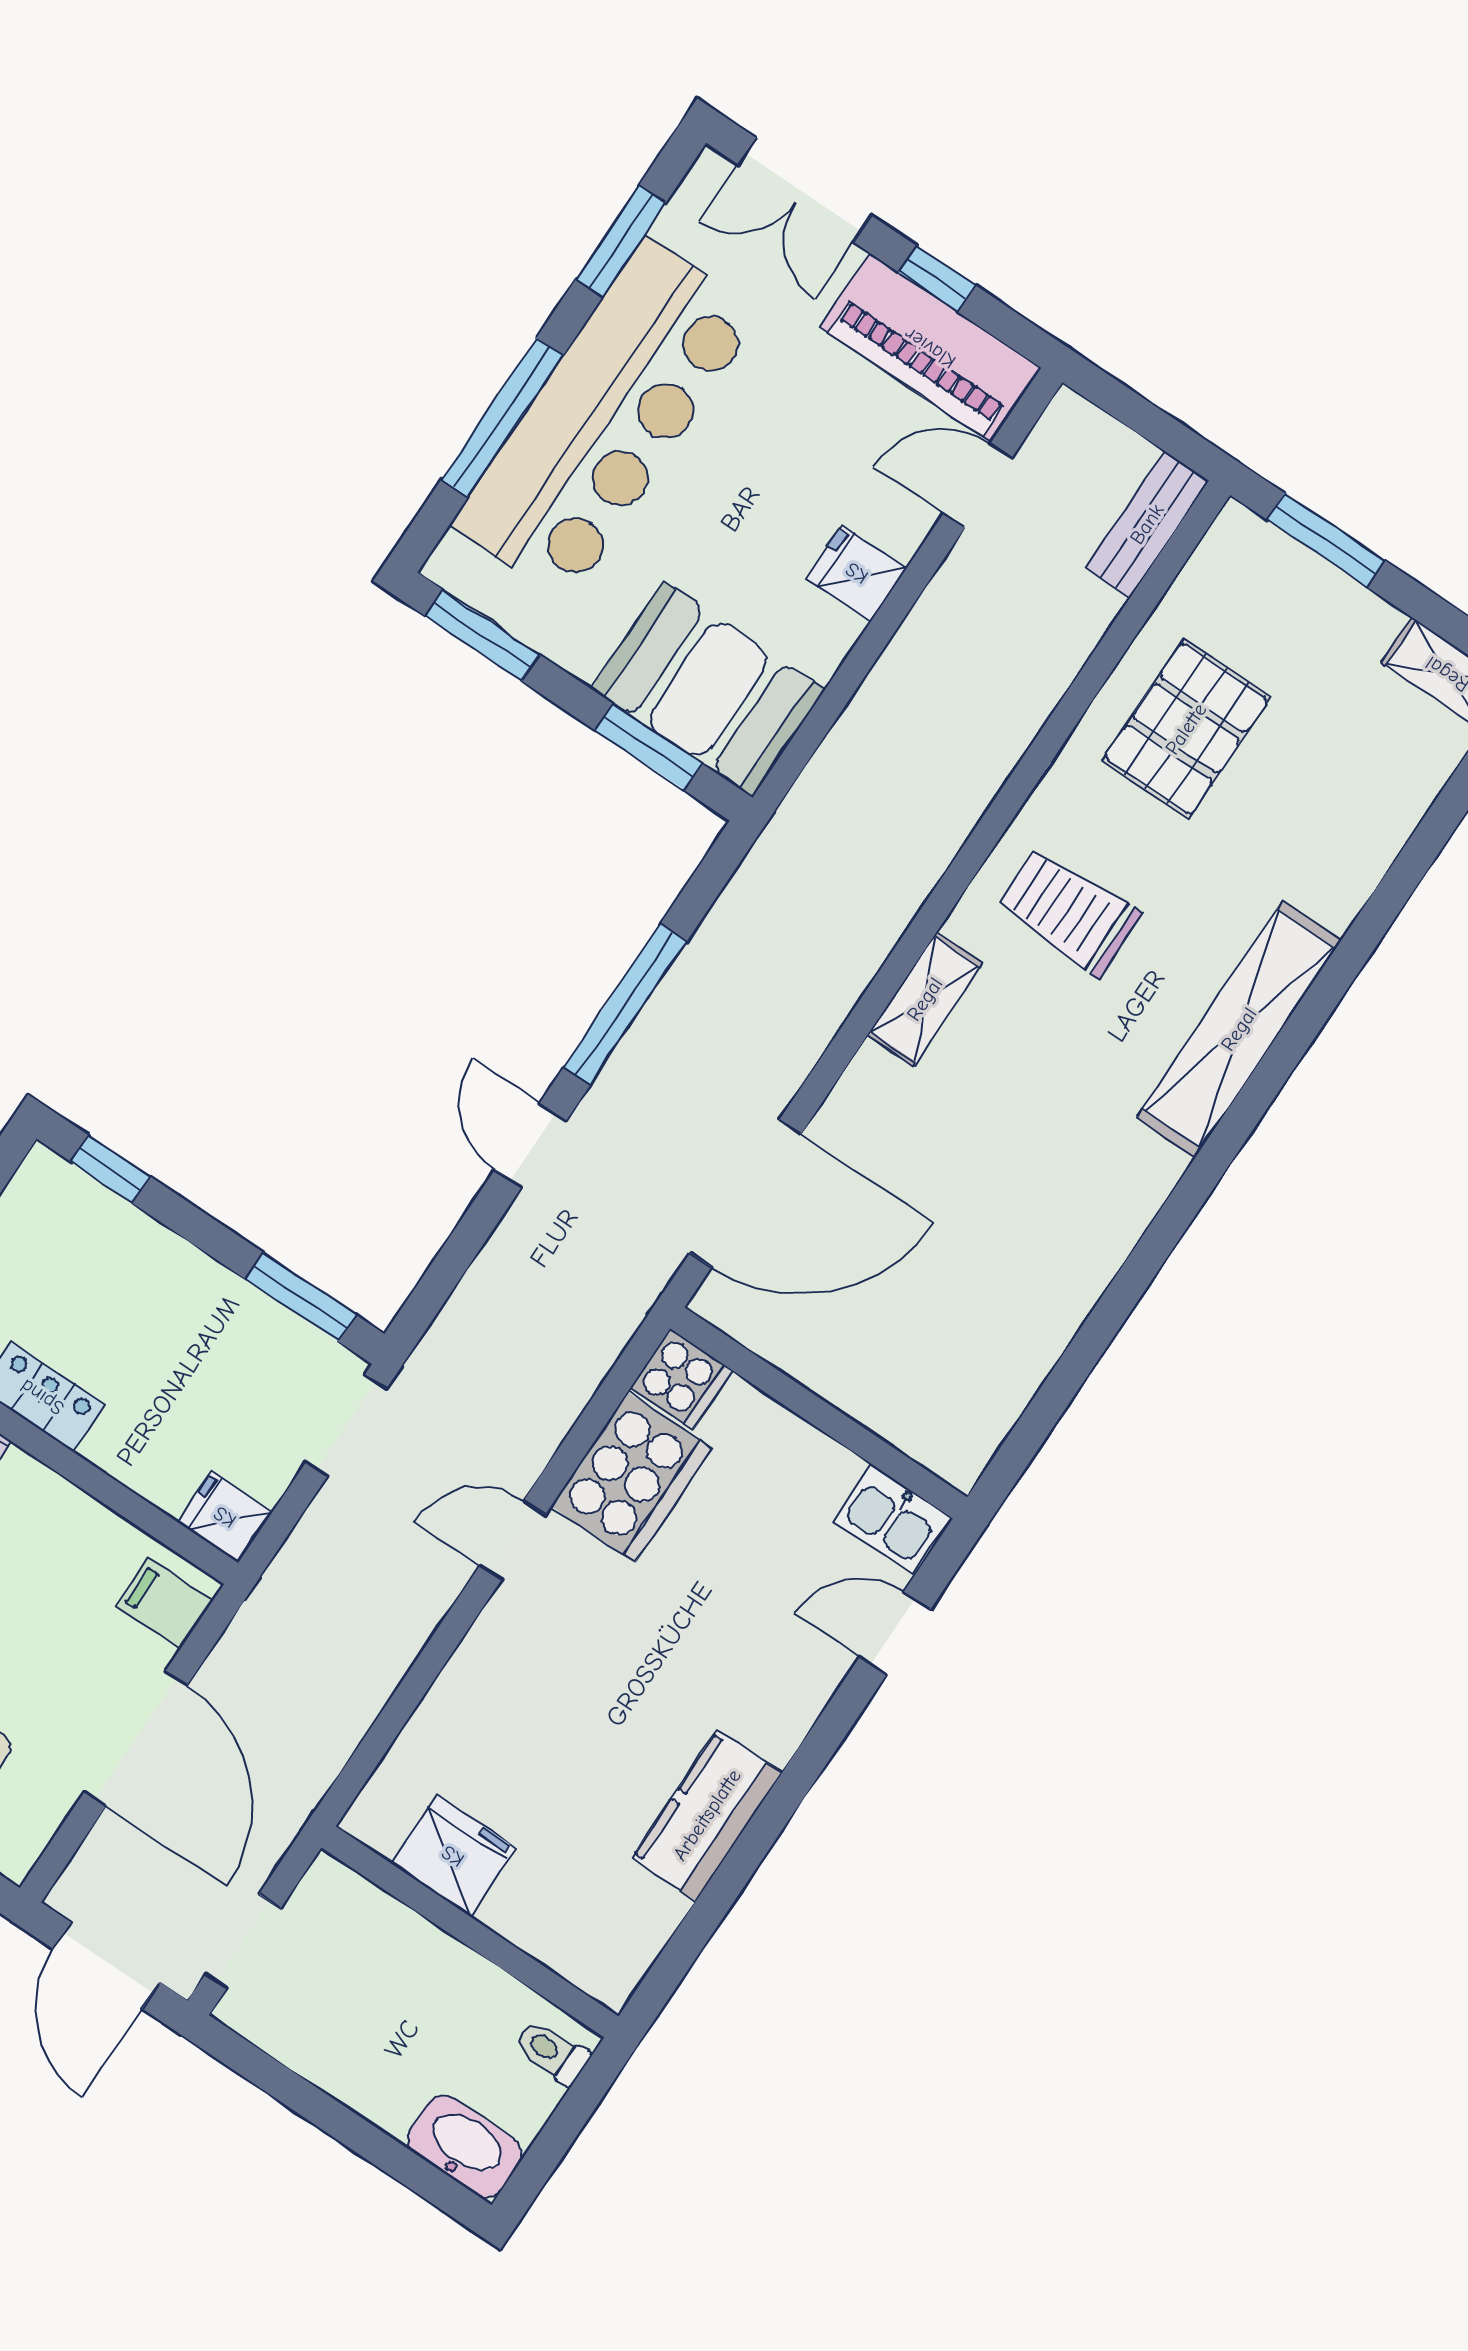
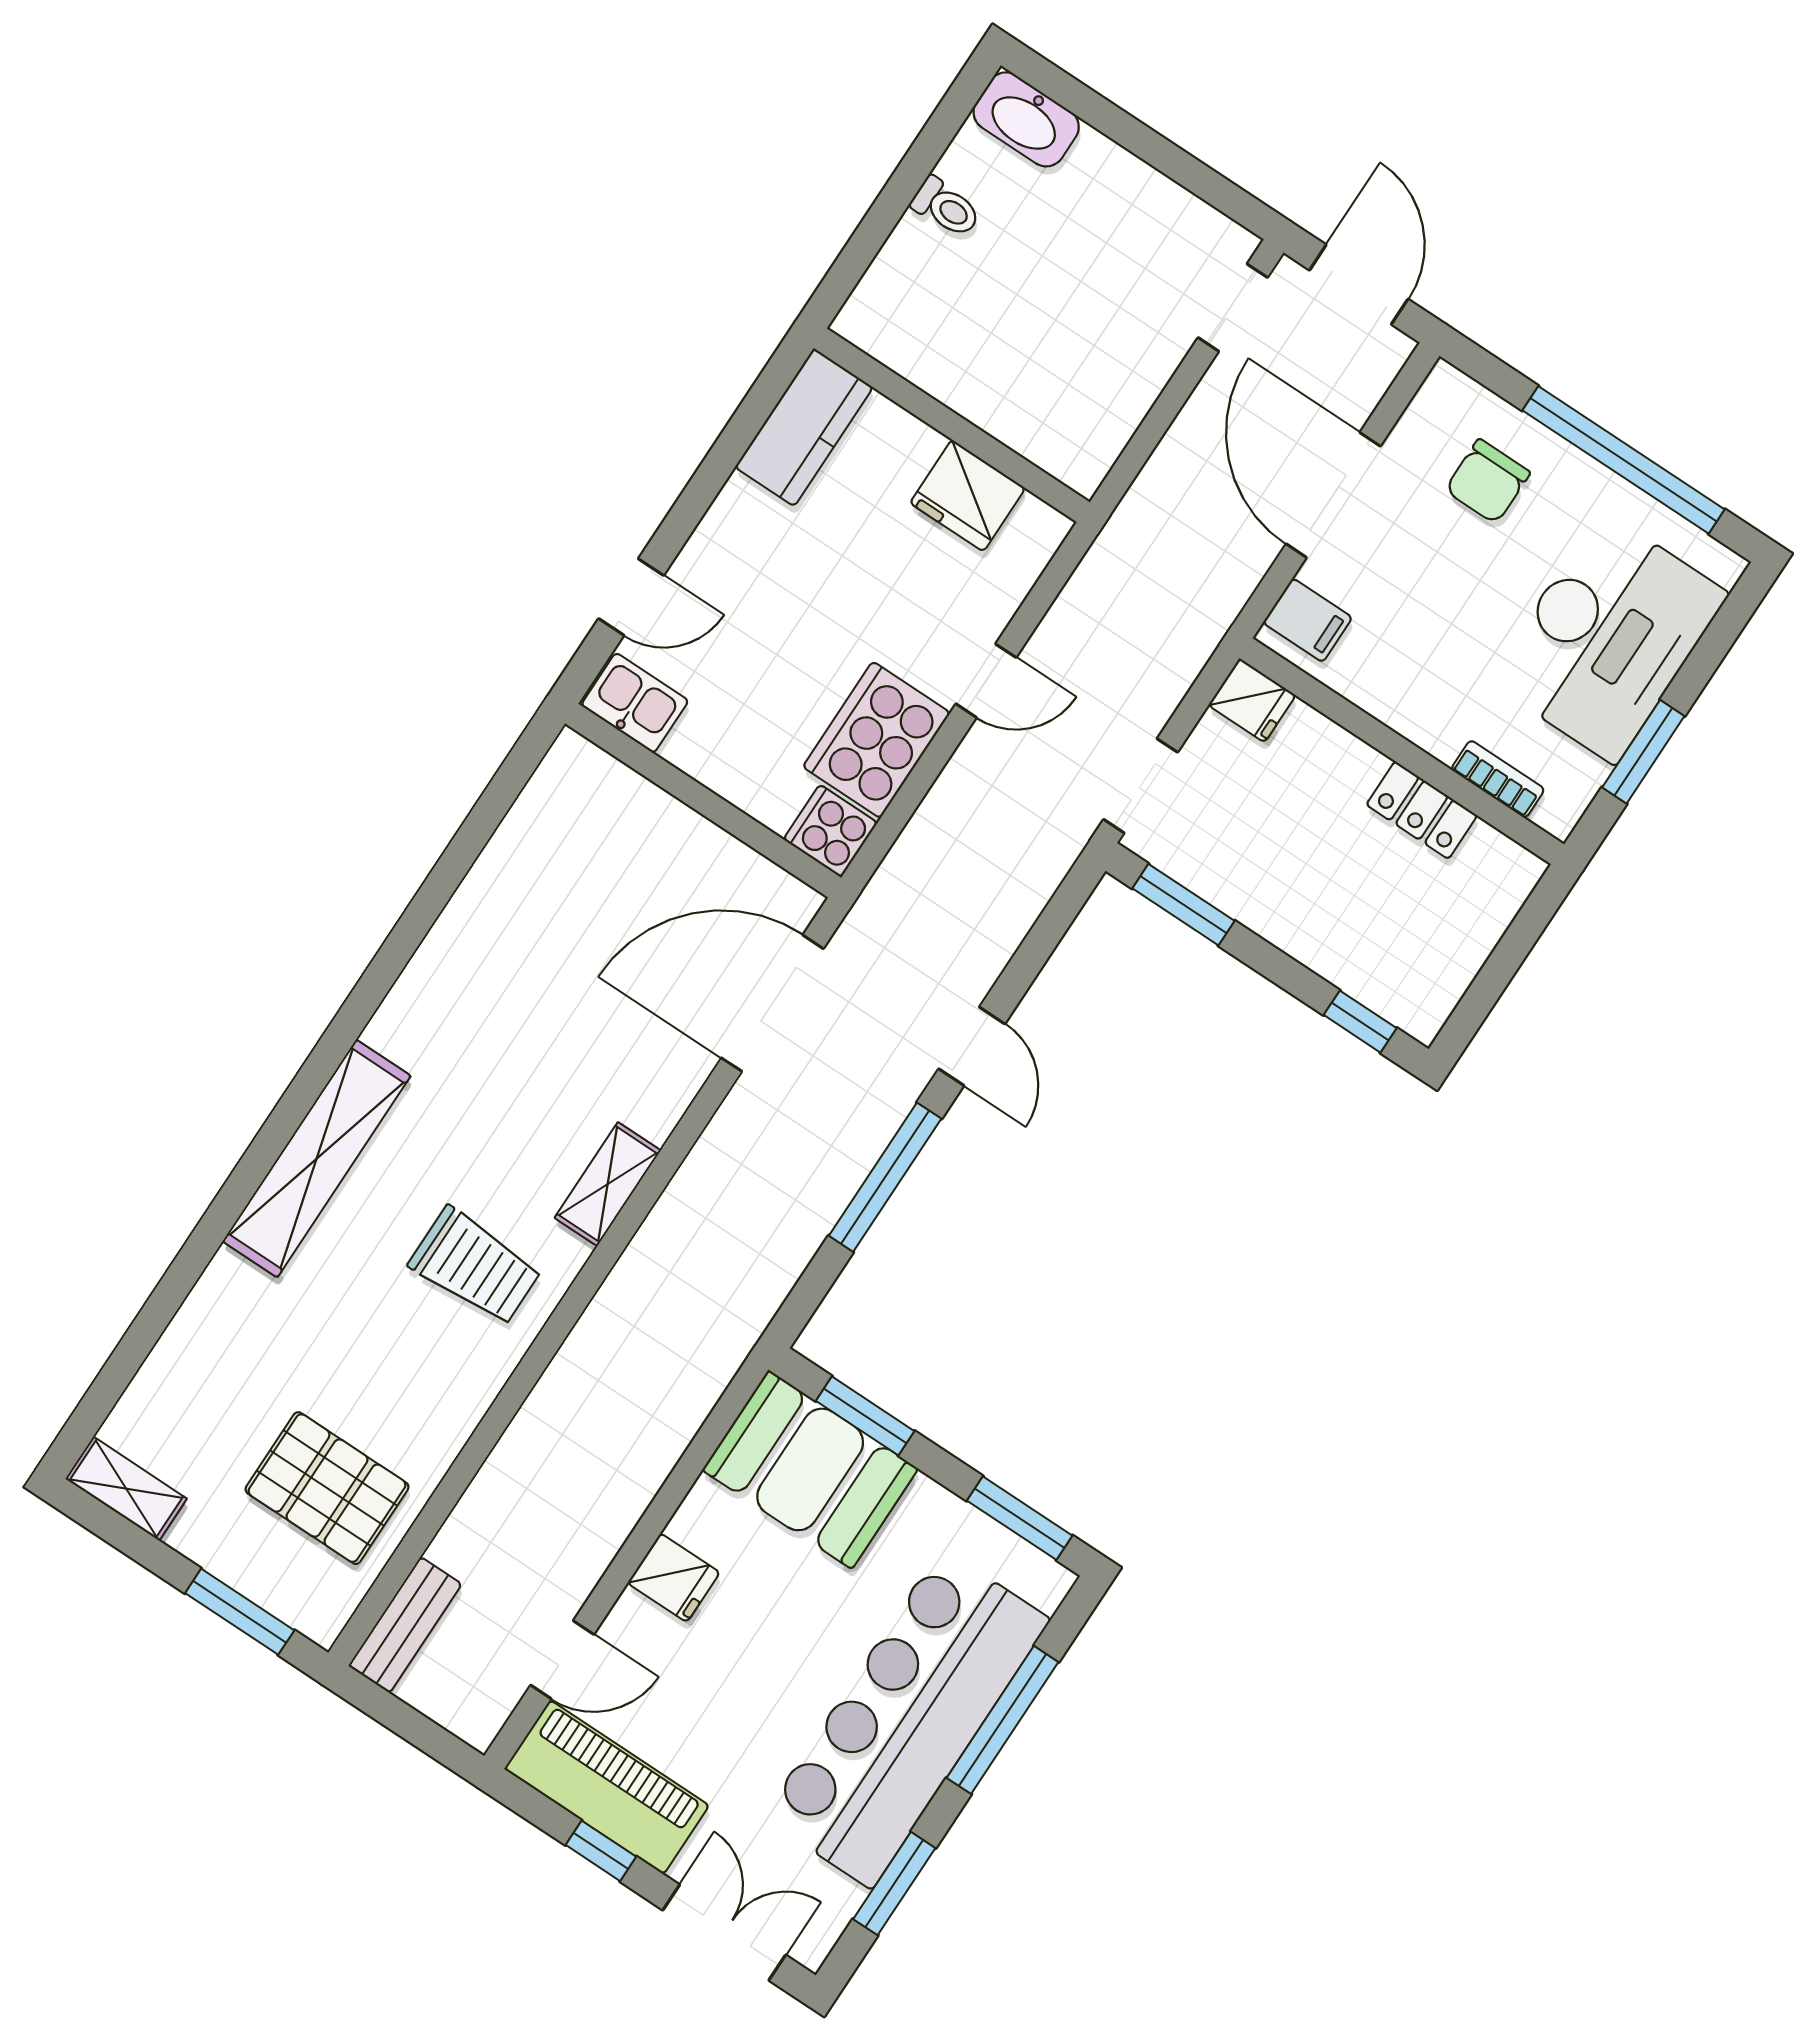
pallet: (1186, 729) -> (327, 1488), moved, turned 90
fridge: (453, 1856) -> (968, 496), moved
wall: (470, 1932) -> (952, 425), moved

